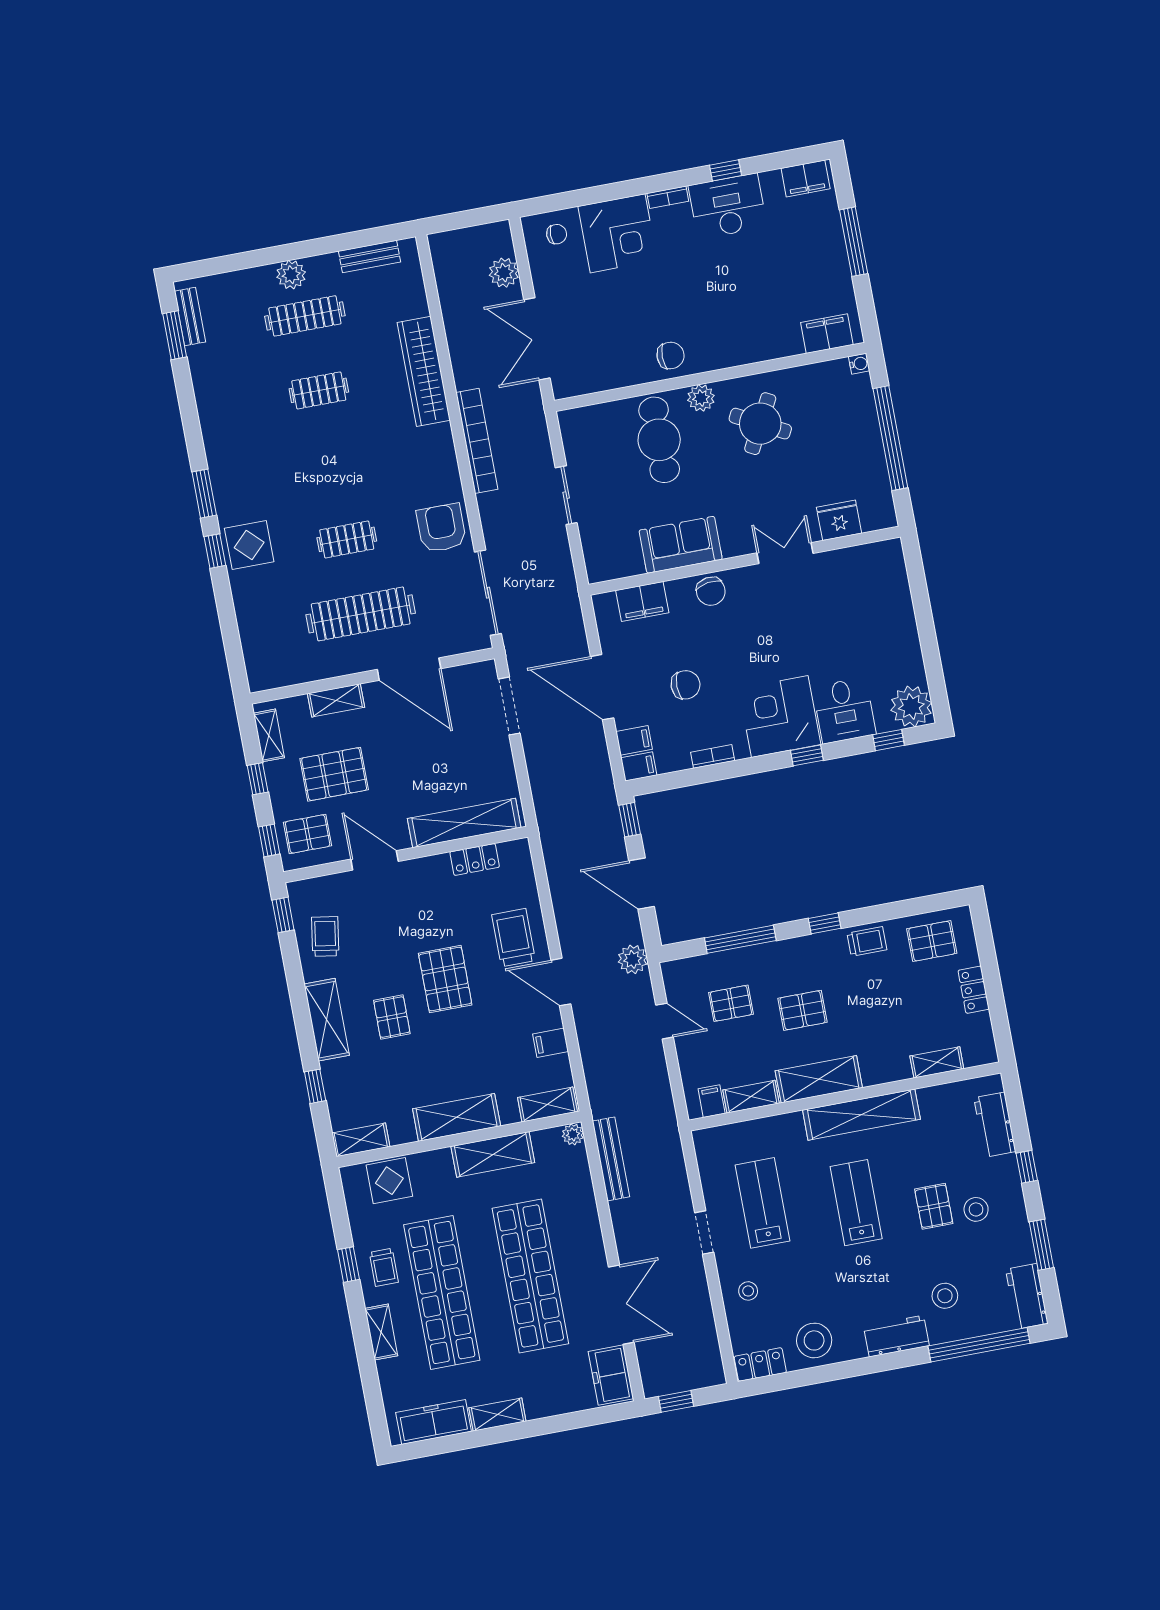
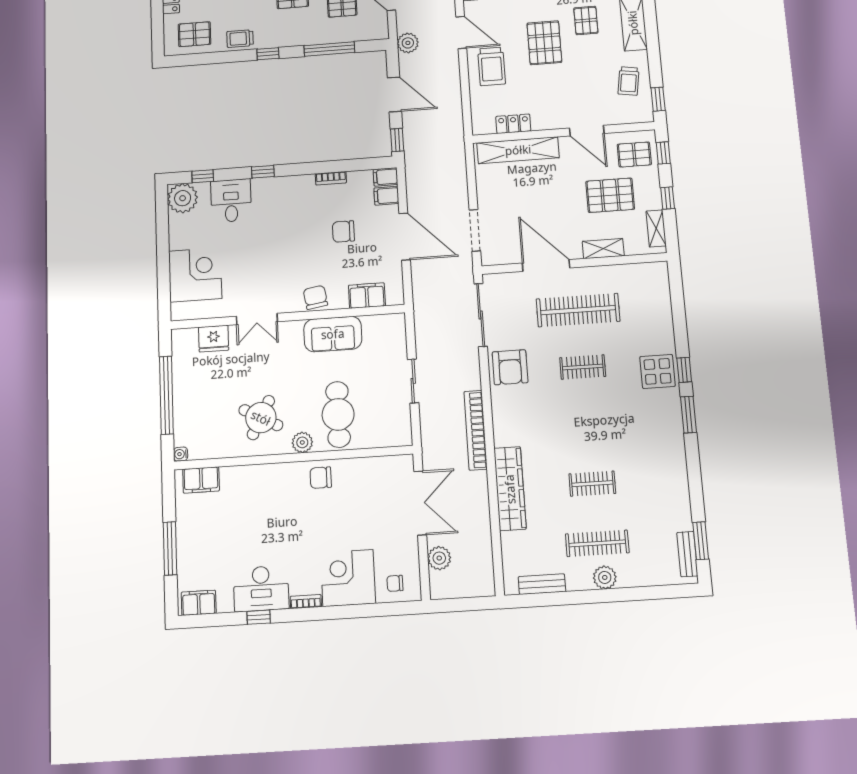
corner desk: (780, 717) -> (195, 275), moved, turned -90

